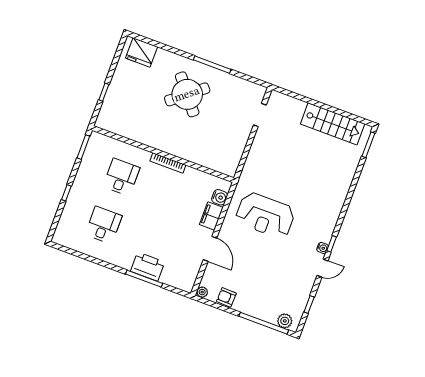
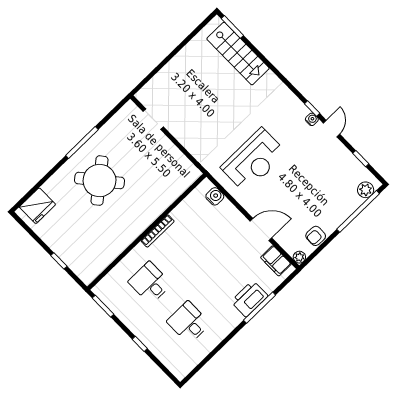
stairs: (333, 124) -> (238, 54), moved, turned 90
filing cabinet: (211, 216) -> (276, 261), moved

